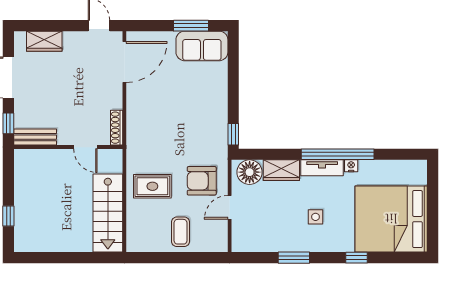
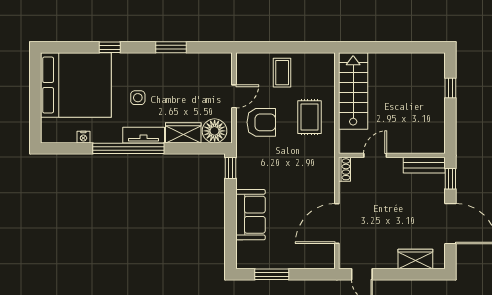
sofa: (202, 46) -> (250, 215), moved, turned 90
door: (124, 62) -> (337, 223), moved
shoe rack: (117, 128) -> (345, 169), width x0.70
door: (85, 147) -> (375, 155), hinge flipped
nightstand: (351, 166) -> (83, 137), moved
rug: (152, 186) -> (310, 117), turned 90
side table: (315, 217) -> (138, 98), moved

